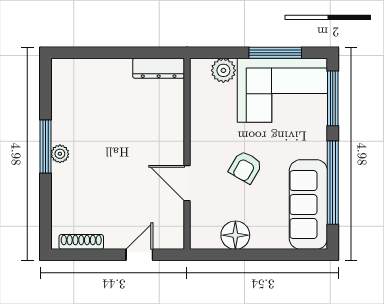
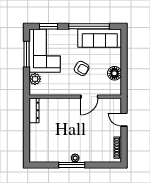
window: (333, 98) -> (48, 26), width x0.69

